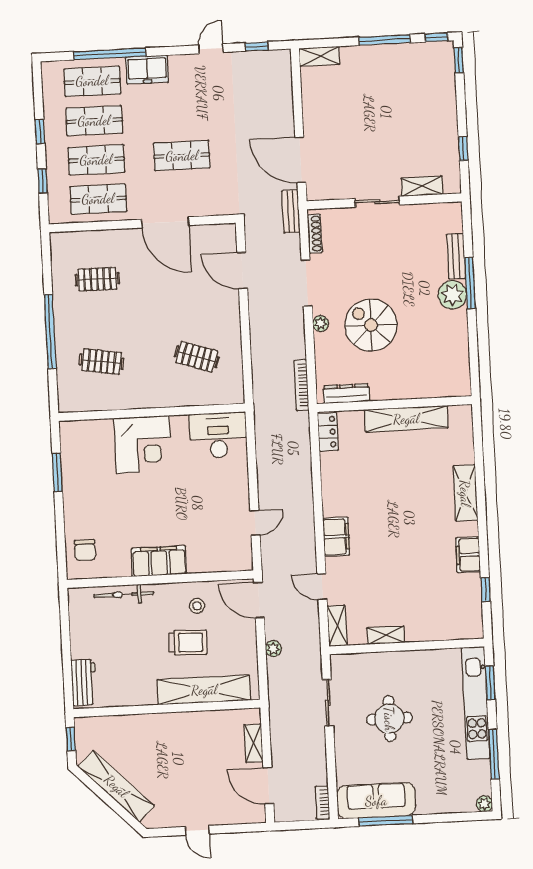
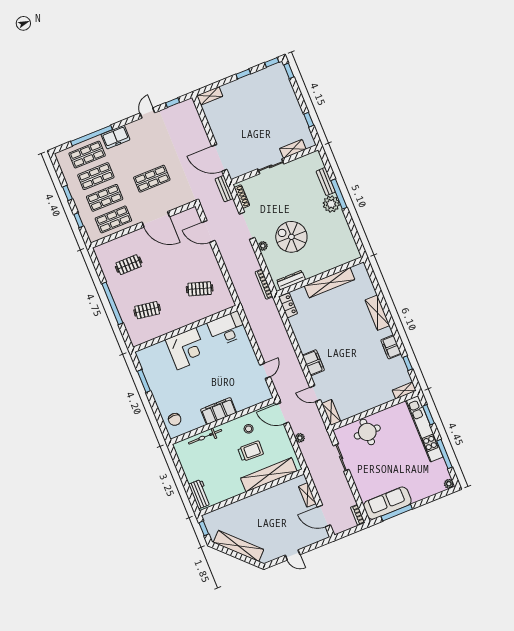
window: (385, 40) -> (243, 74), width x0.46
shelving: (386, 635) -> (404, 391), moved
round table: (389, 719) -> (367, 432), moved

